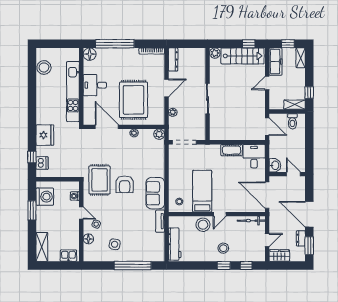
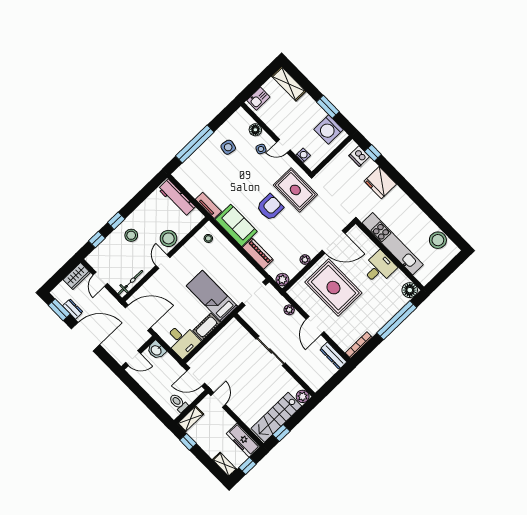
door: (267, 83) -> (218, 400), moved
piano: (159, 164) -> (258, 254), added
armchair: (125, 184) -> (270, 207), turned 90
bed: (202, 191) -> (212, 296), moved, turned 180

